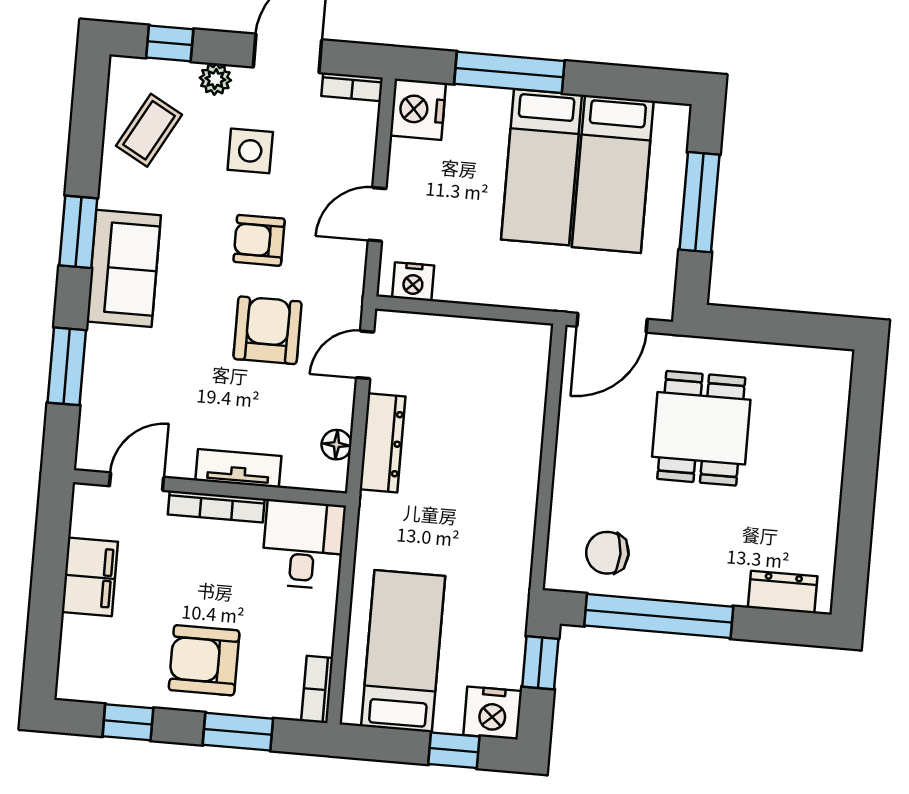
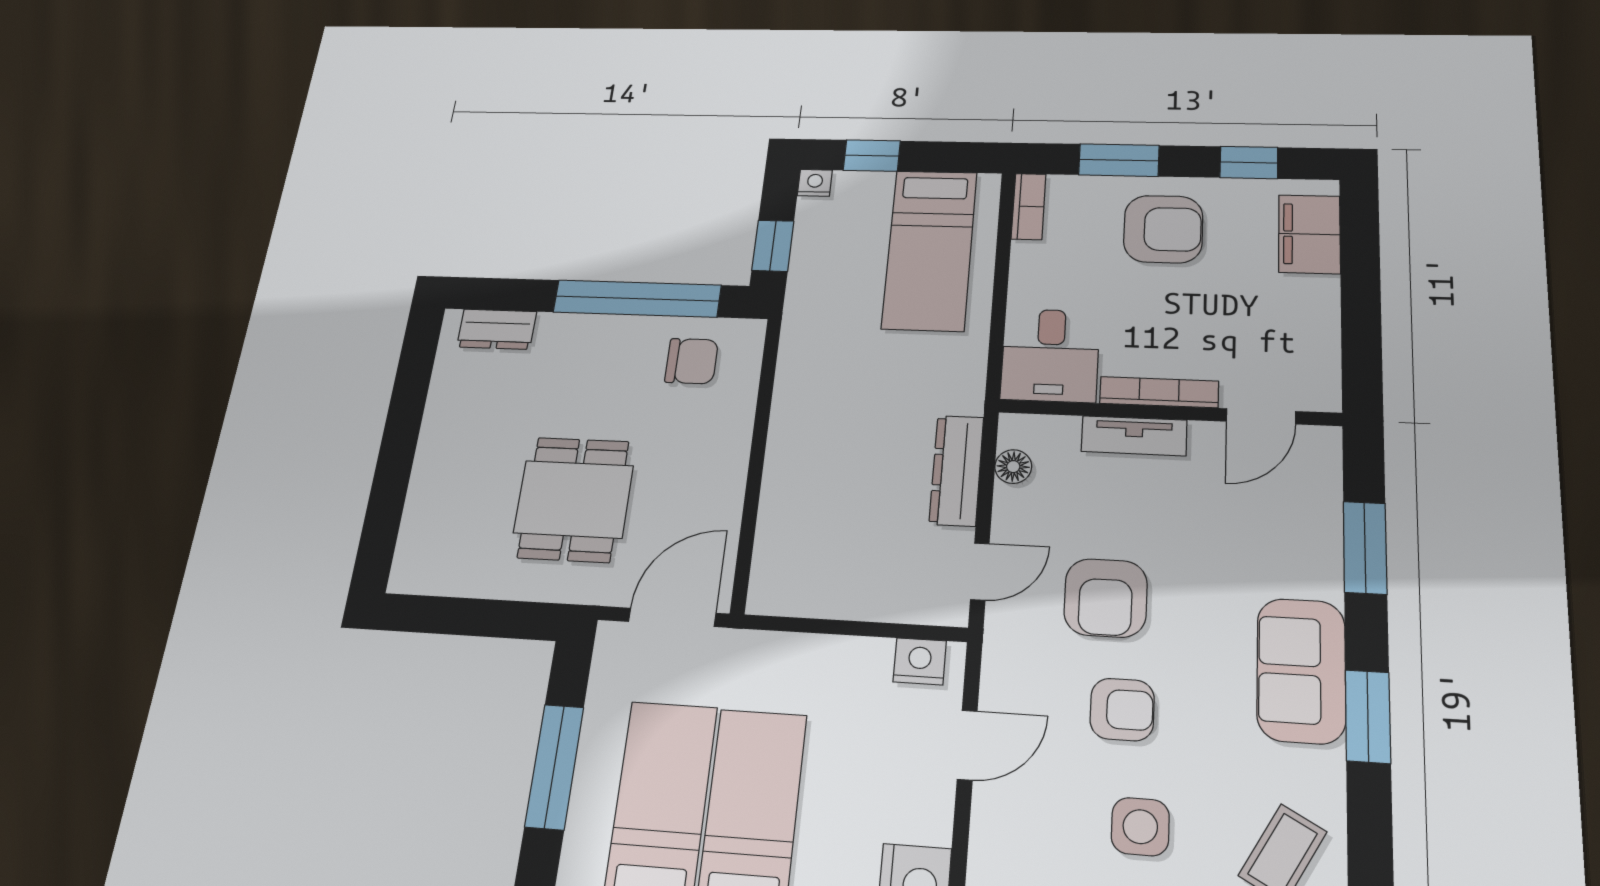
filing cabinet: (90, 577) -> (1309, 234), moved
nightstand: (493, 713) -> (815, 183), width x0.53, depth x0.56

